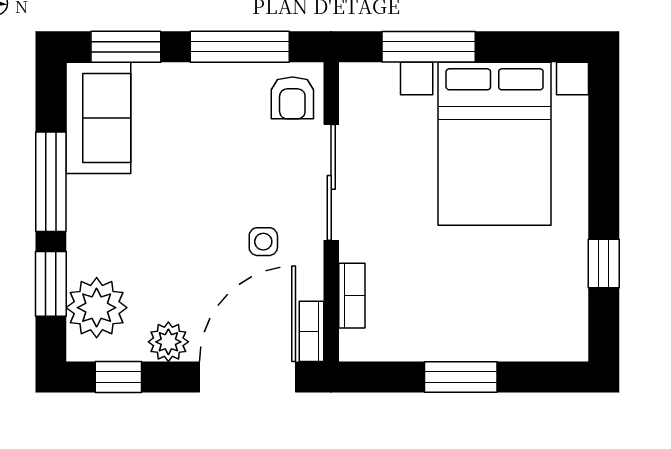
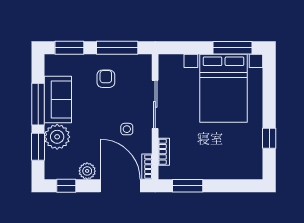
window: (429, 47) -> (233, 48), moved
armchair: (292, 98) -> (106, 79), moved, turned 180
sofa: (98, 118) -> (58, 99), moved
plant: (97, 308) -> (57, 137), moved
door: (247, 377) -> (120, 186), hinge flipped
window: (461, 377) -> (188, 186), moved

